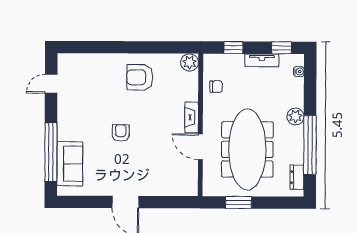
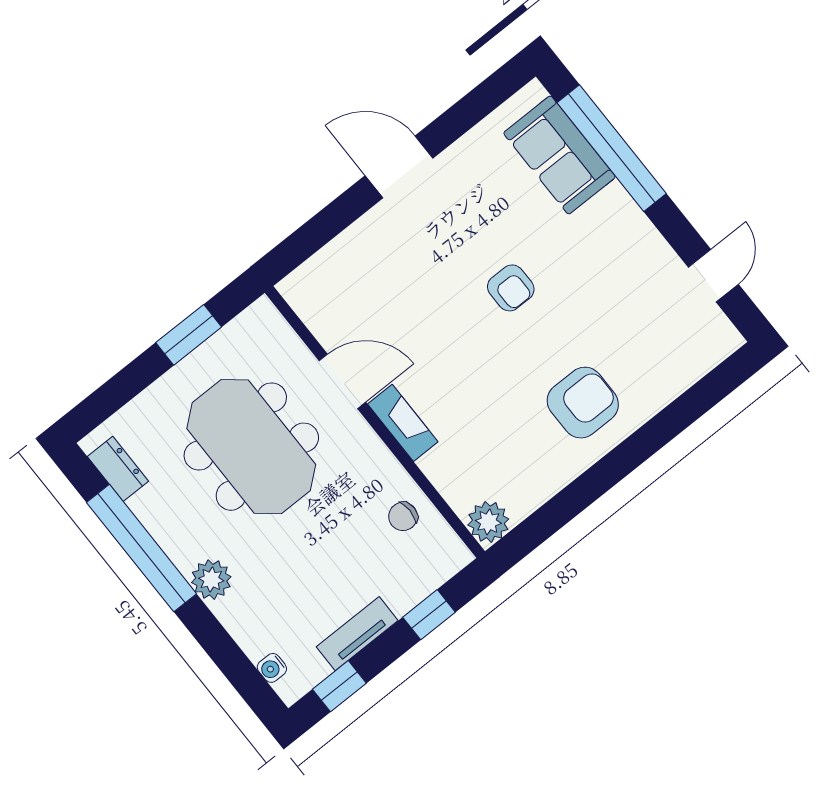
armchair: (140, 77) -> (583, 403), moved
meeting table: (247, 149) -> (251, 447), width x0.73

